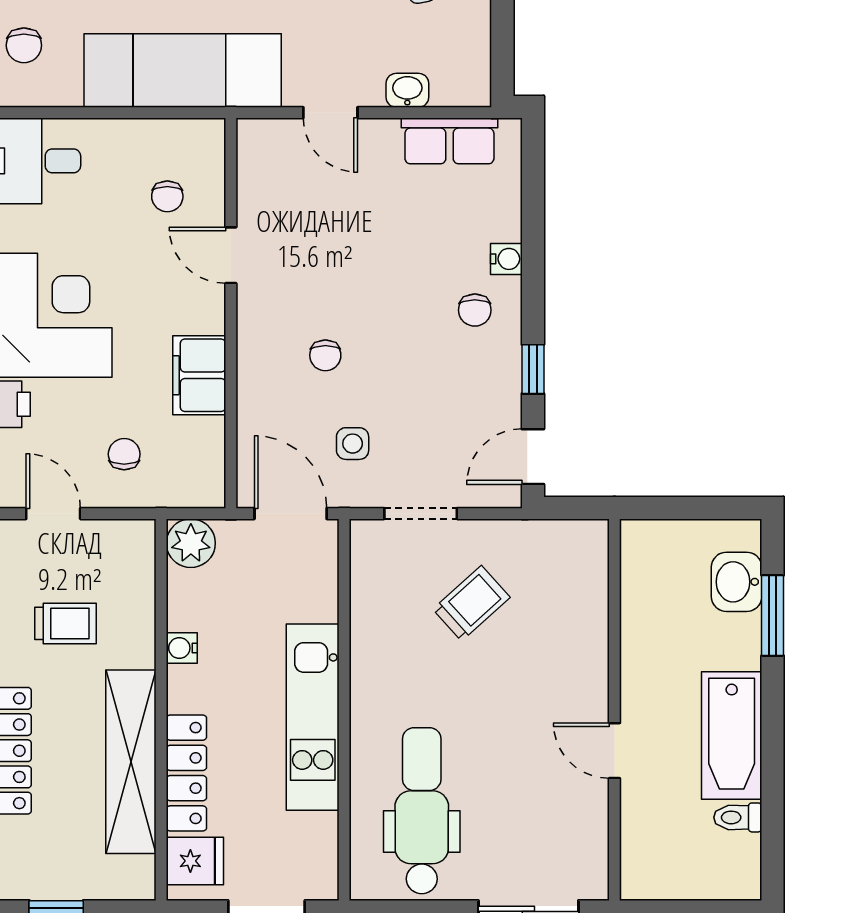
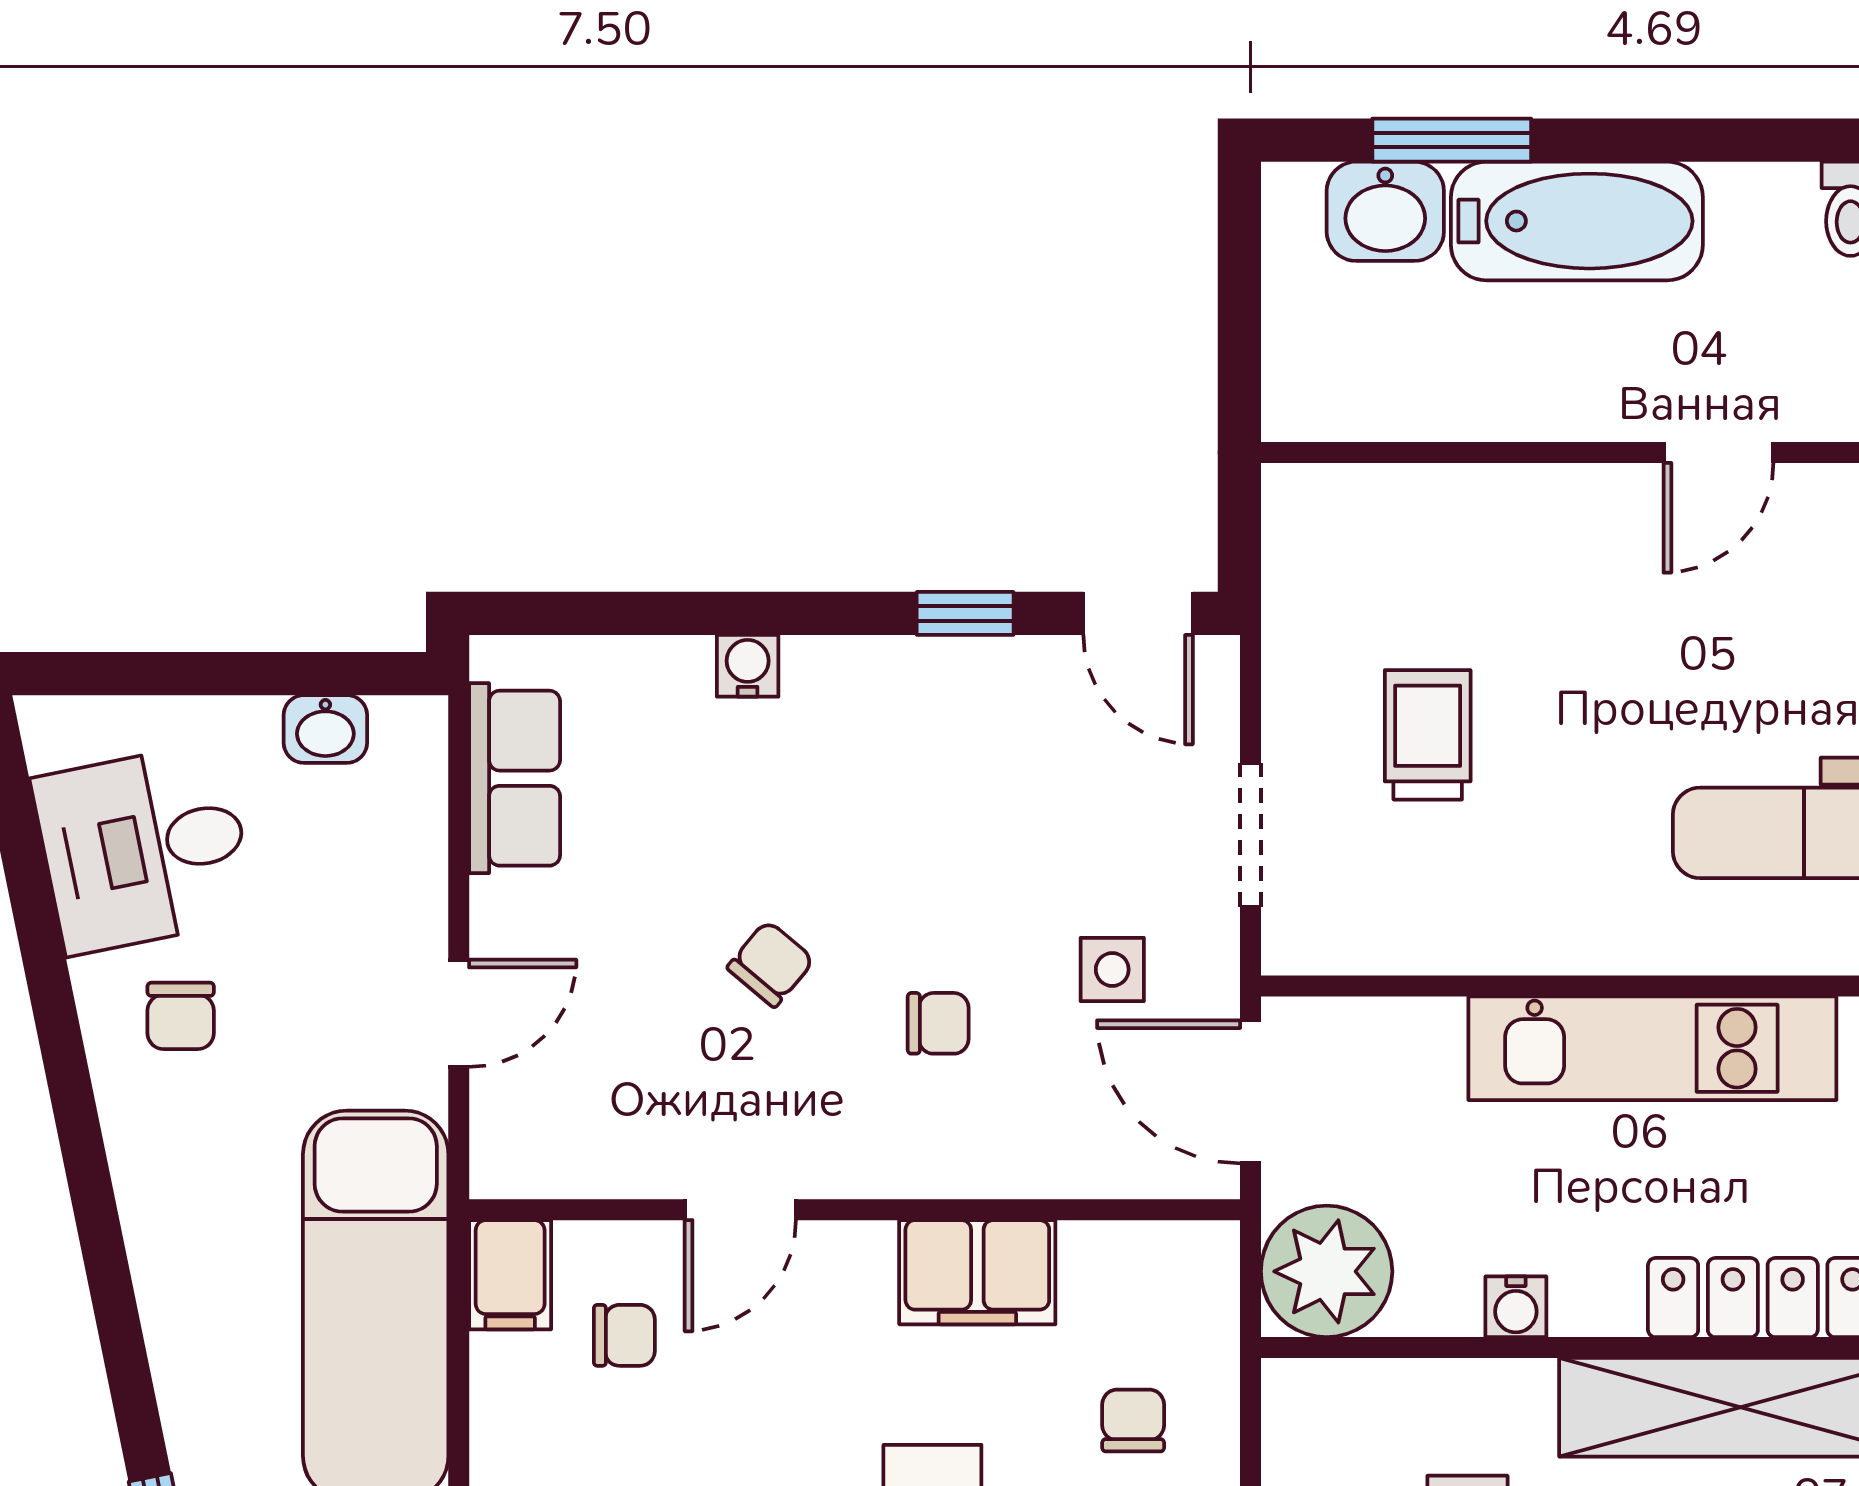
washbasin: (407, 90) -> (325, 729), moved, turned -90
filing cabinet: (198, 139) -> (510, 1275), added
chair: (475, 310) -> (771, 964), moved, turned -50
chair: (124, 454) -> (1133, 1420), turned 90
door: (291, 514) -> (1250, 1092), hinge flipped
plant: (191, 543) -> (1327, 1271), width x1.36, depth x1.36
trolley: (471, 603) -> (1428, 735), turned 42
bathtub: (732, 736) -> (1577, 221), moved

